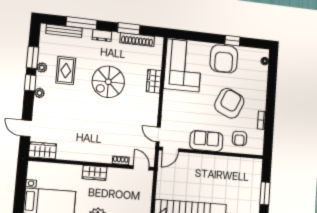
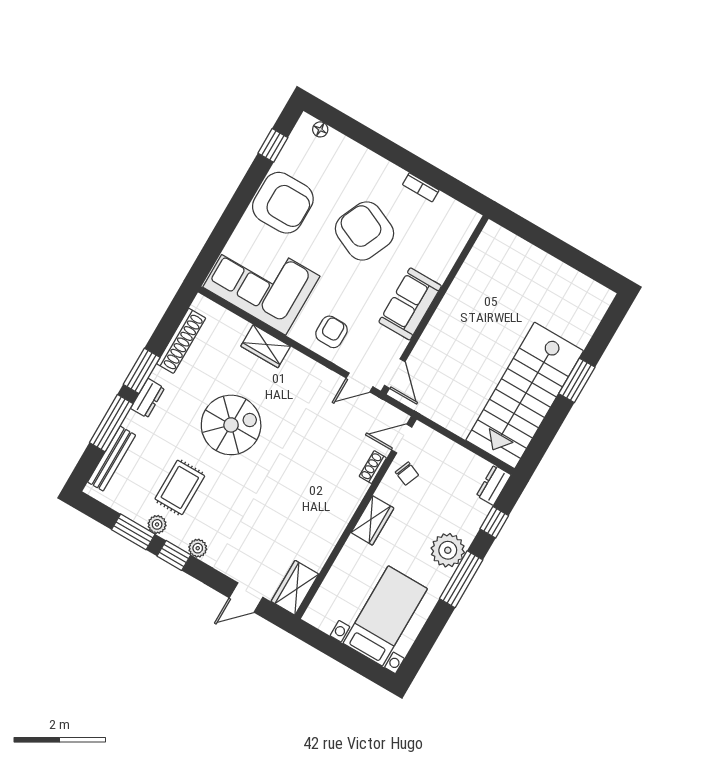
window: (129, 29) -> (142, 371), moved
window: (232, 41) -> (273, 145), moved
rug: (66, 71) -> (180, 487), turned 90
spiral stairs: (108, 82) -> (231, 425), turned -90
armchair: (239, 138) -> (331, 332), moved, turned -90
chair: (126, 179) -> (407, 474), added
window: (265, 193) -> (550, 244), removed

